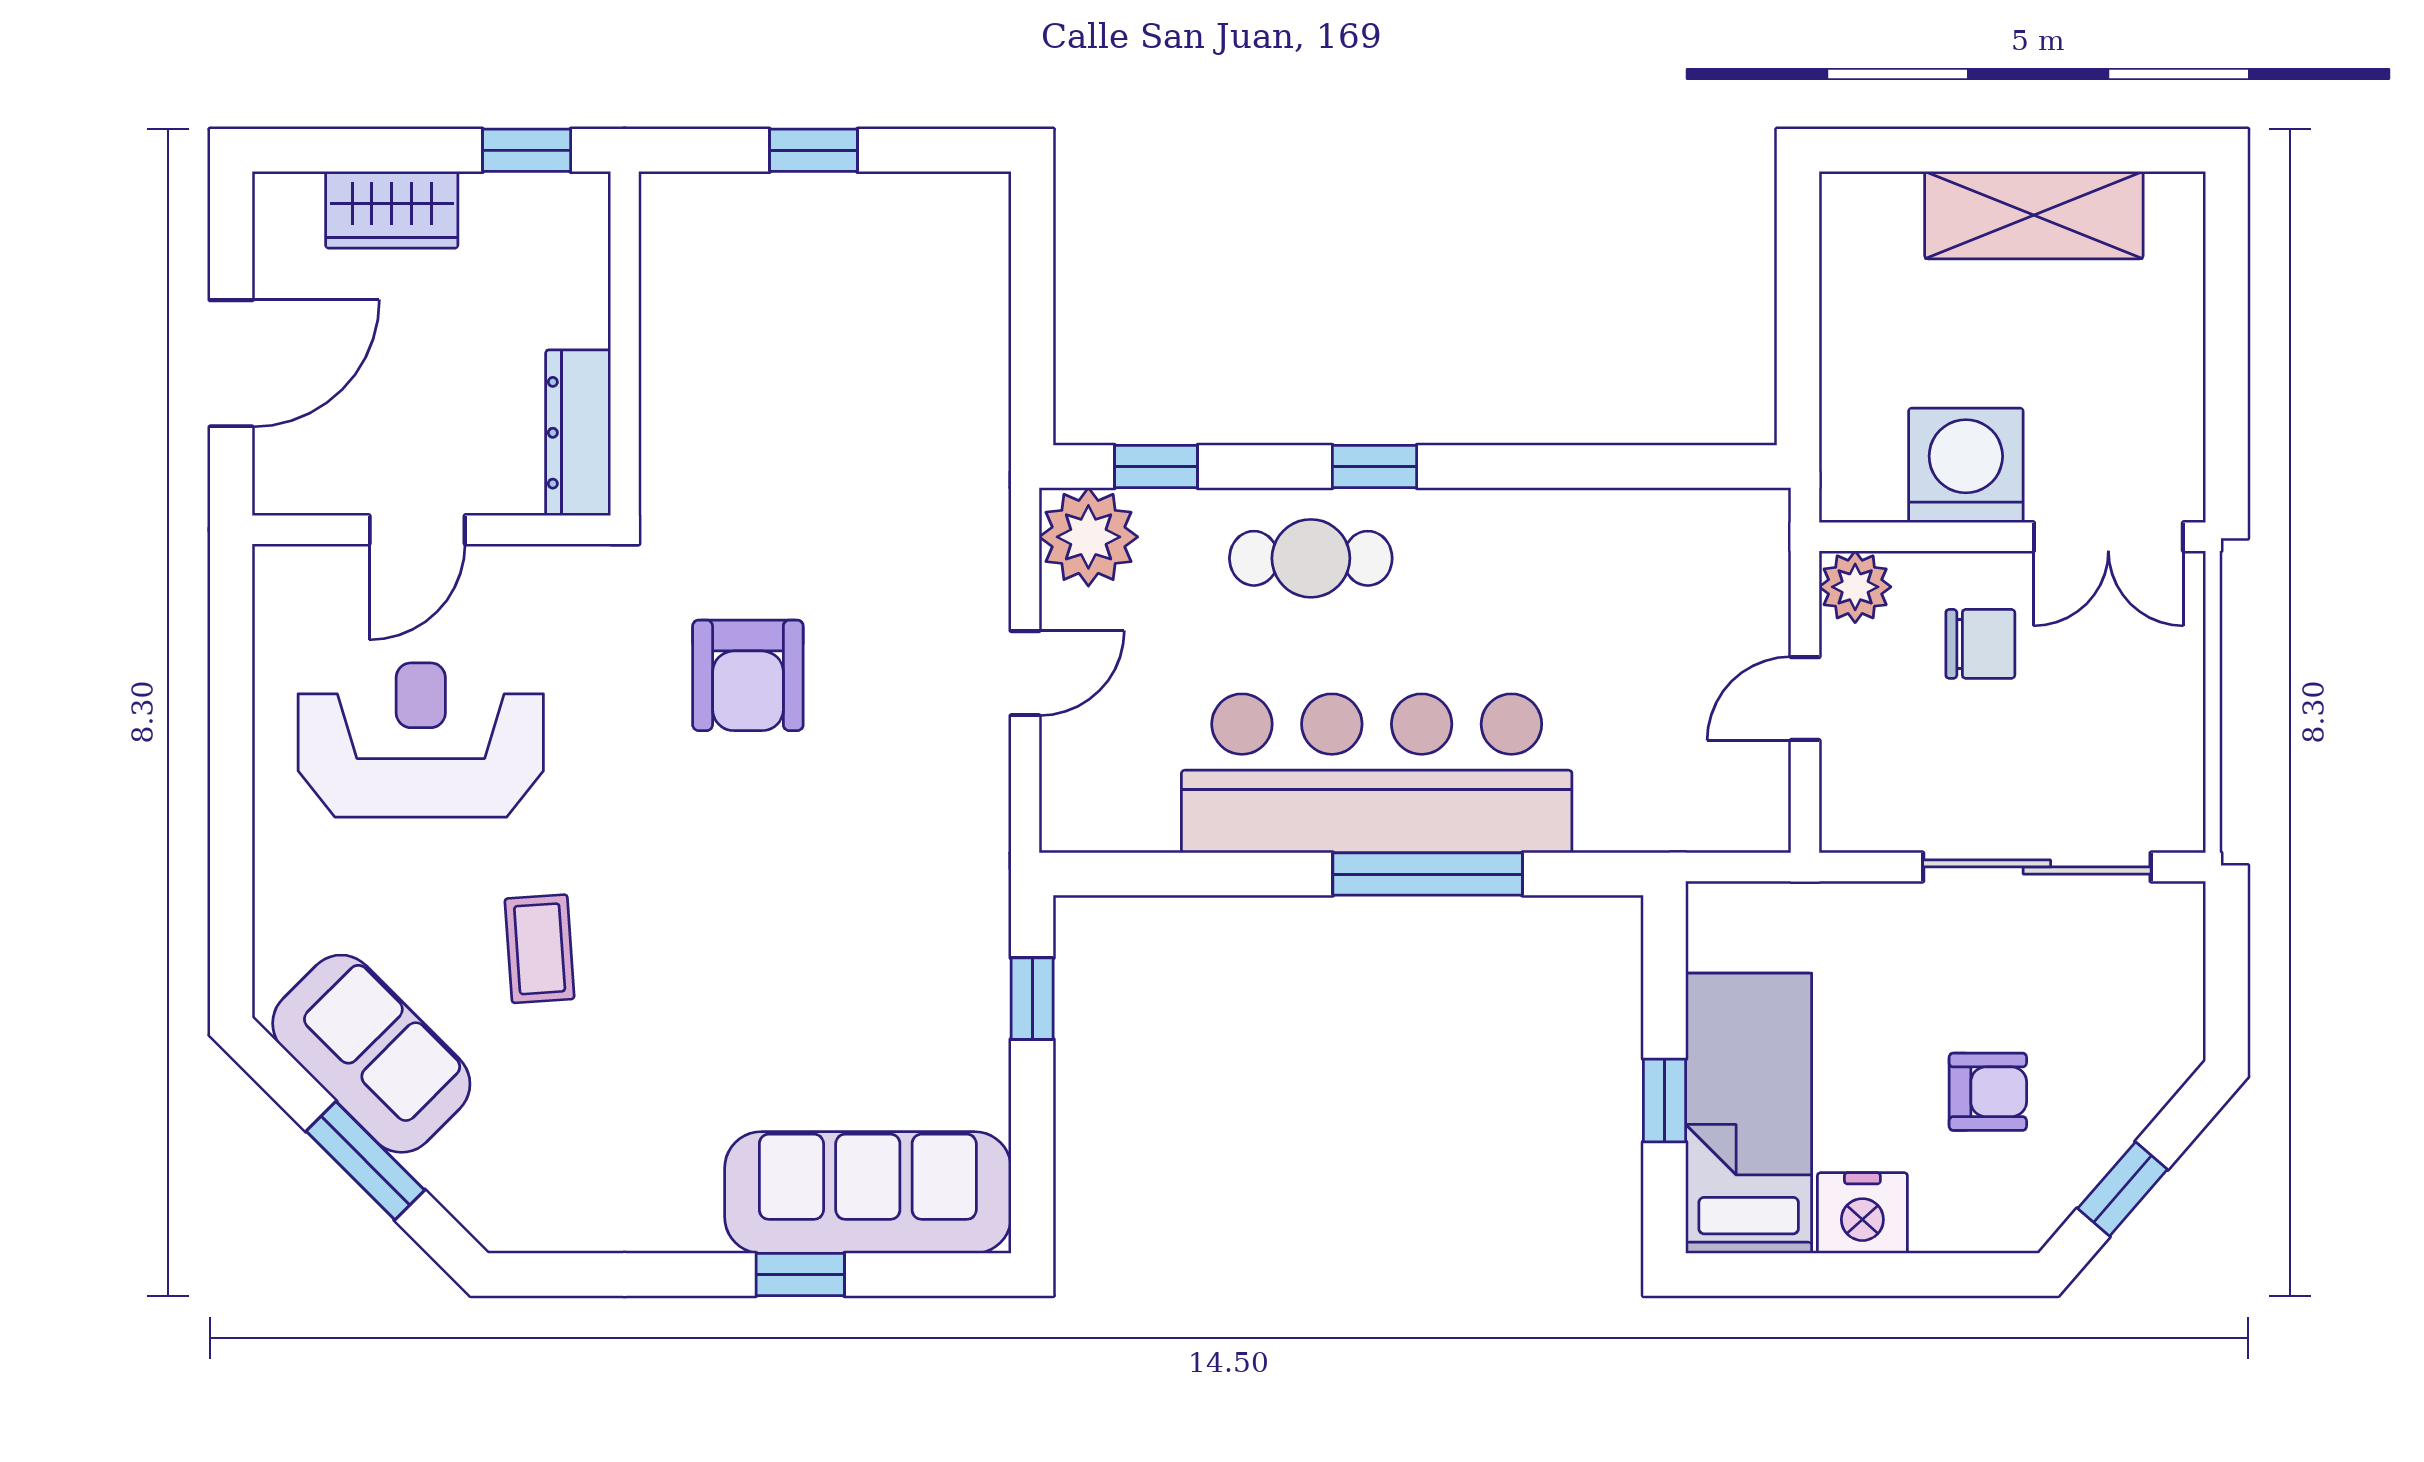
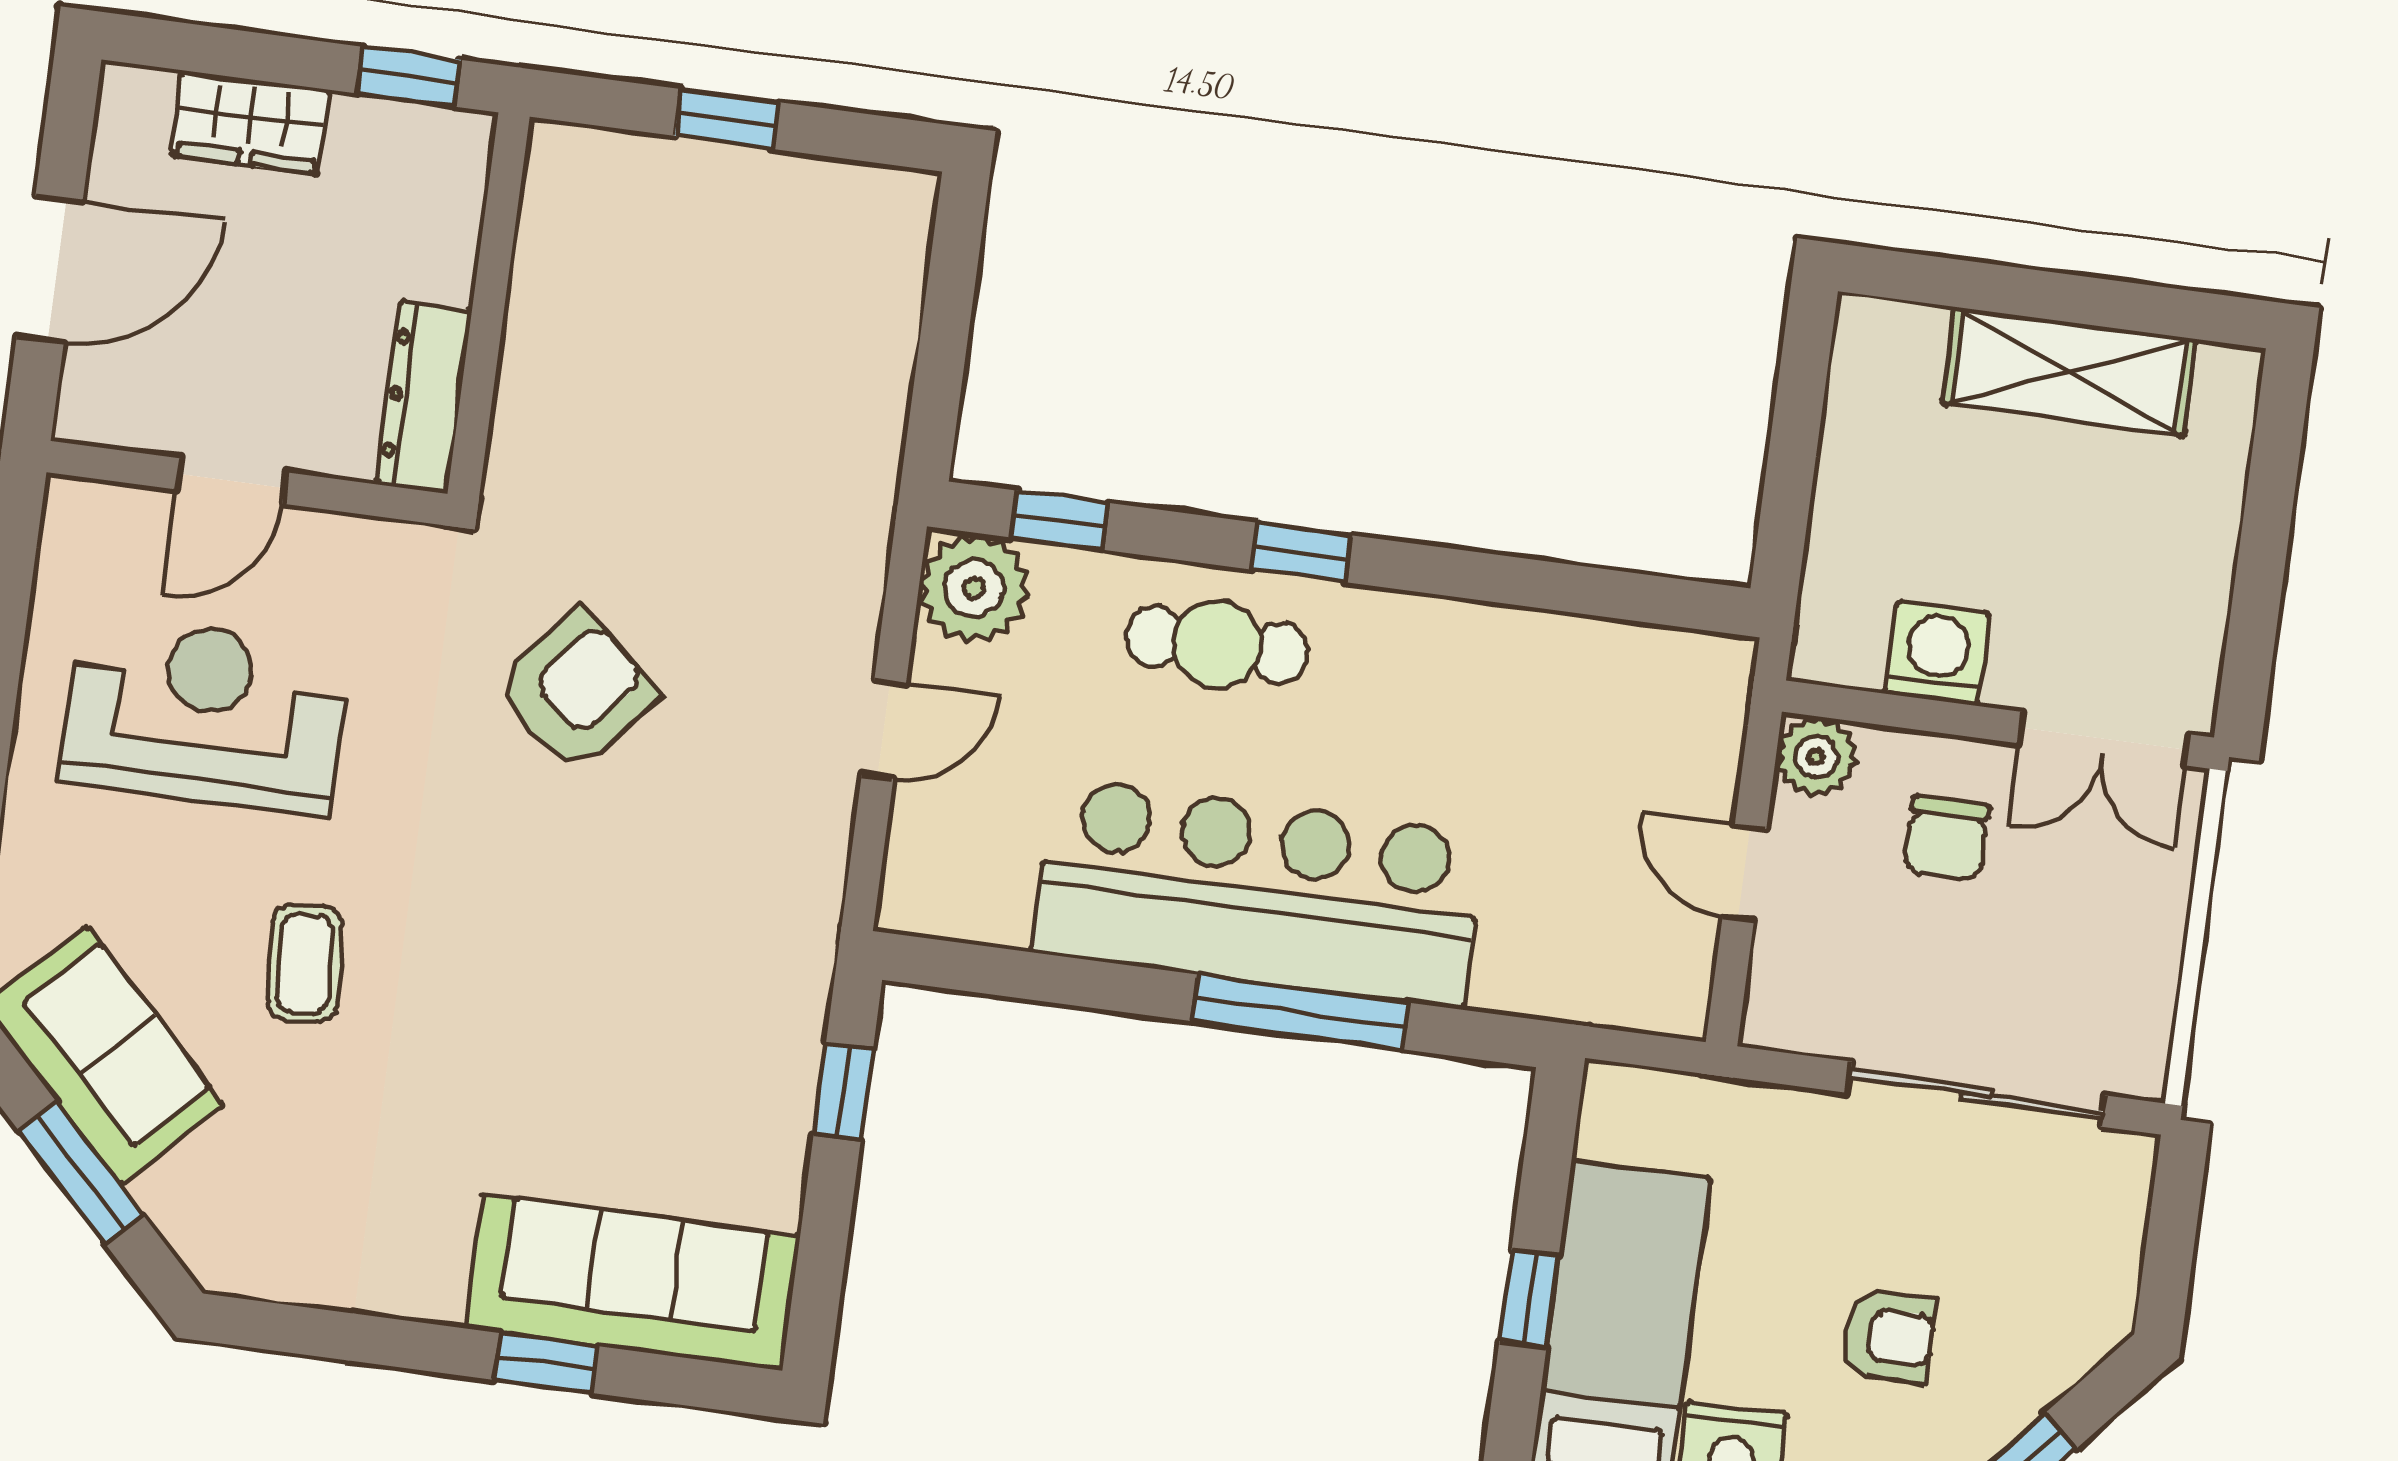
washing machine: (1966, 465) -> (1937, 654), width x0.73, depth x0.73
chair: (1980, 644) -> (1947, 839), turned 90
armchair: (748, 675) -> (576, 691), turned -140
door: (1805, 699) -> (1744, 873), hinge flipped

